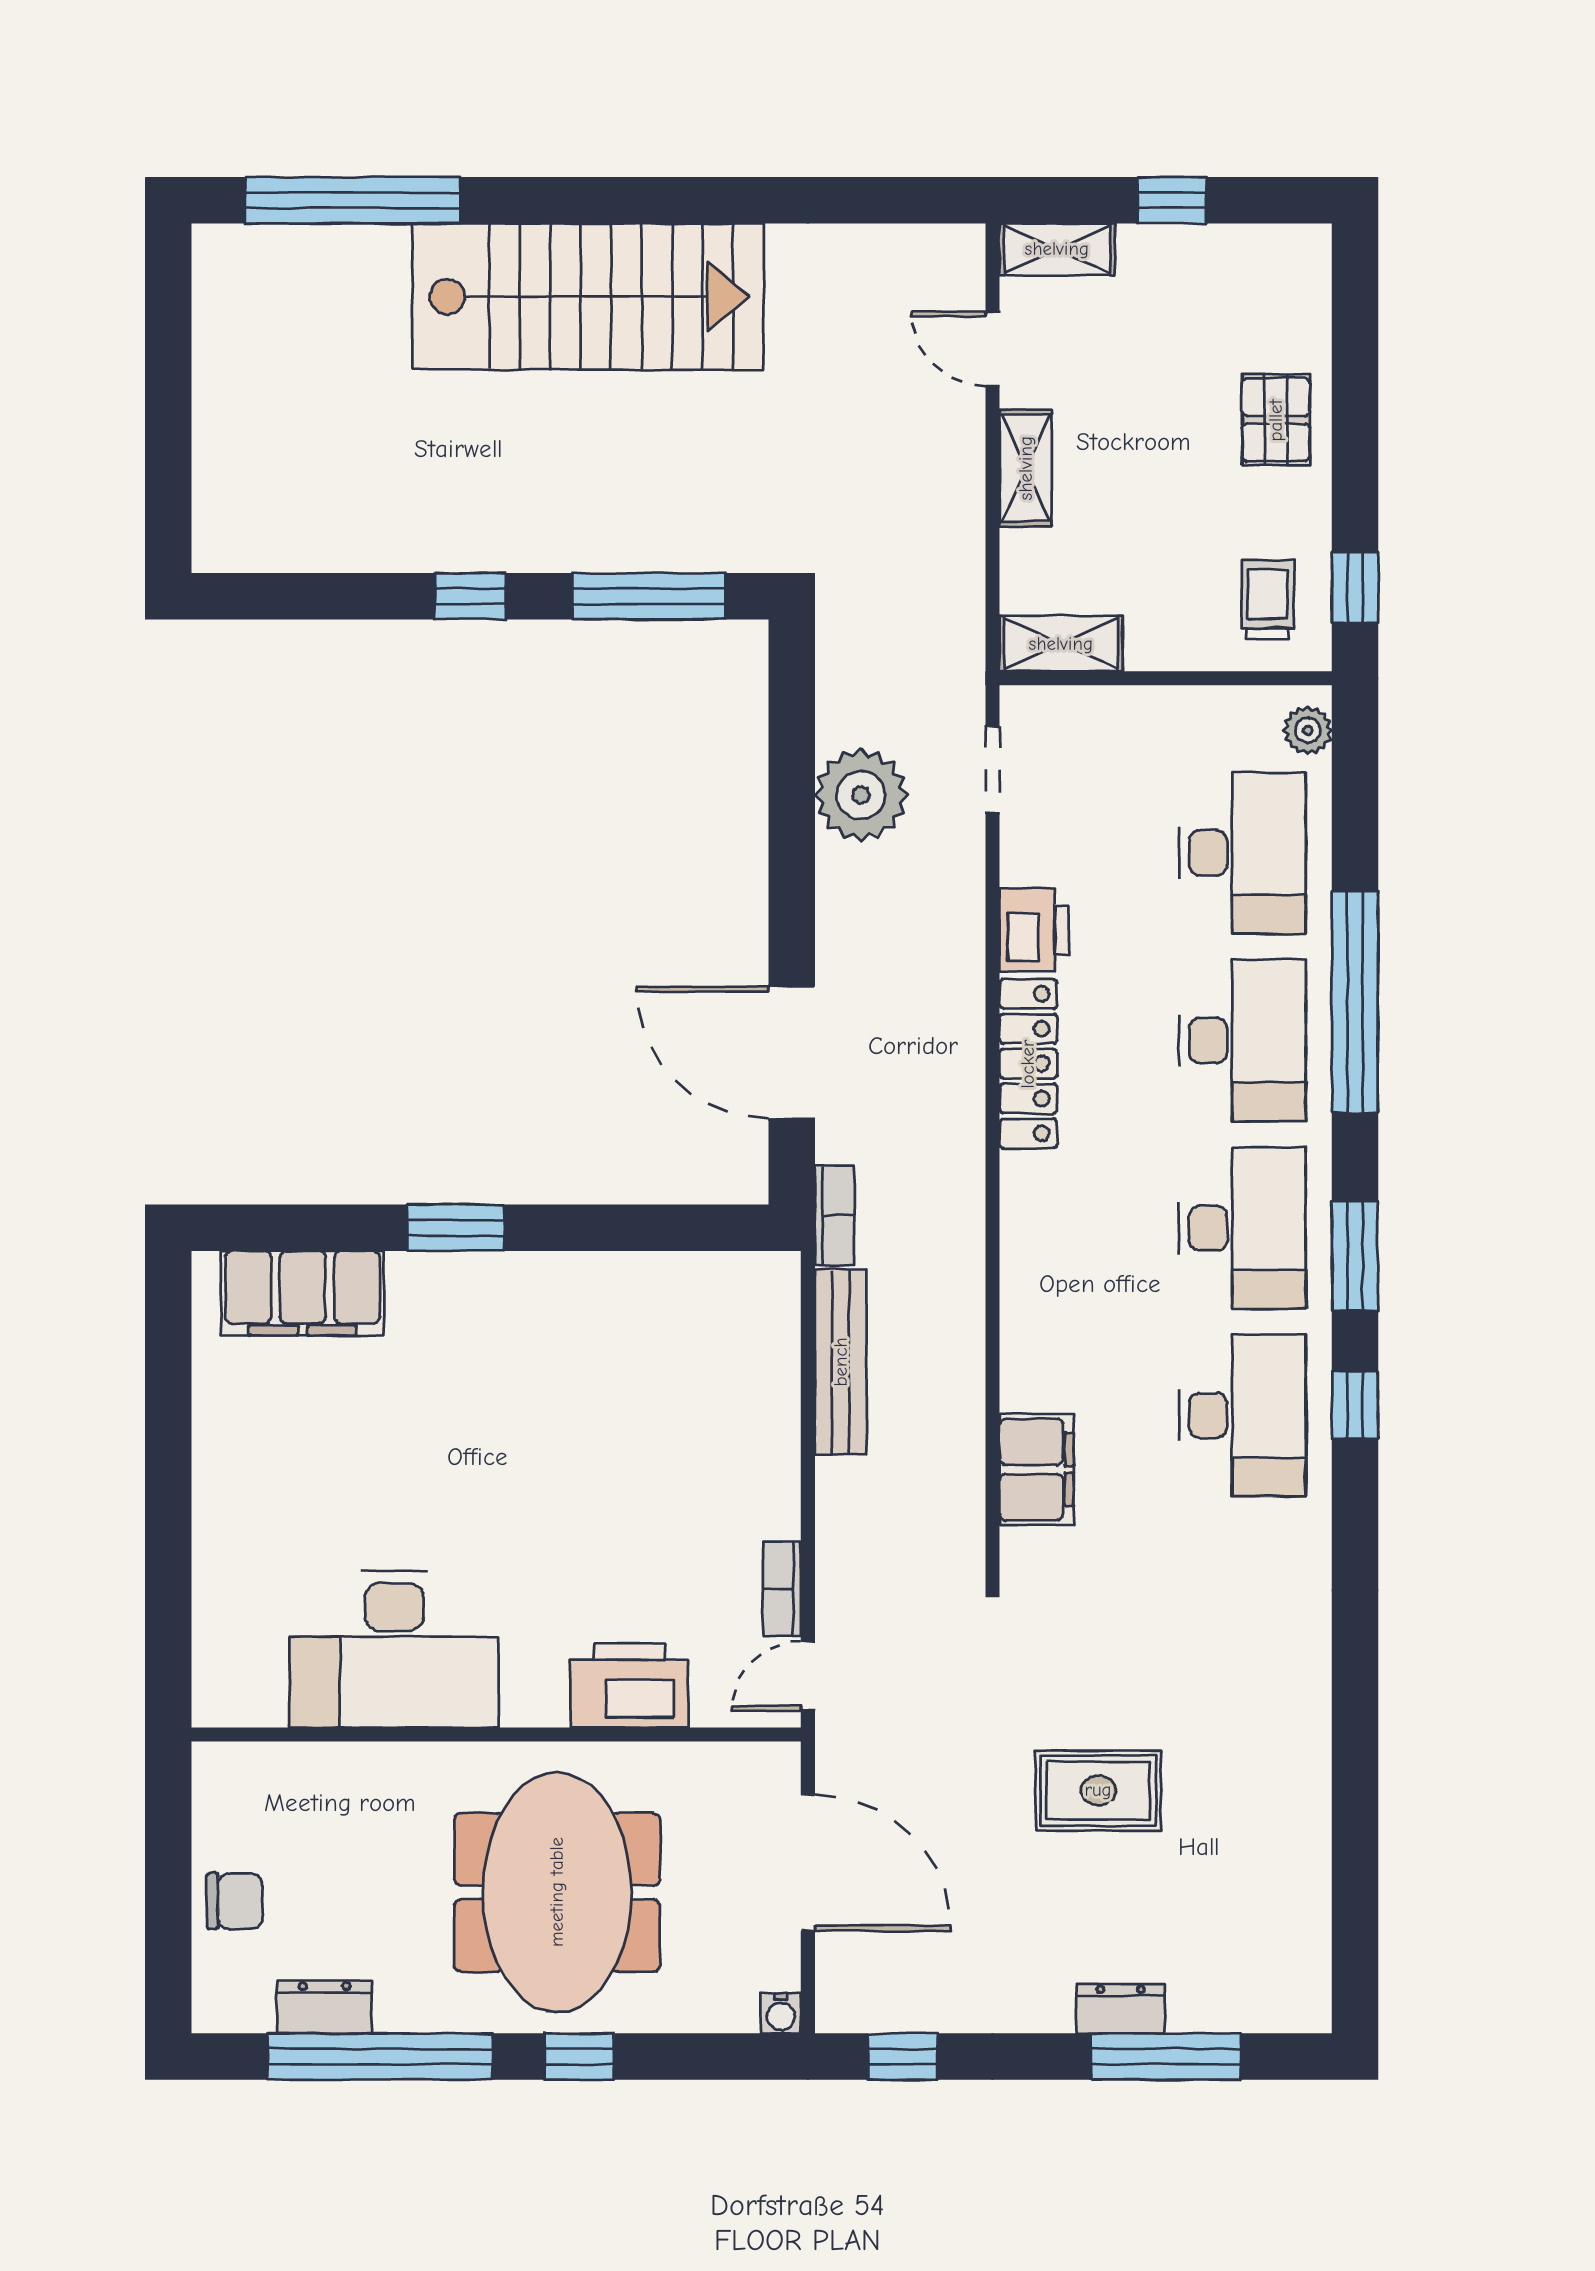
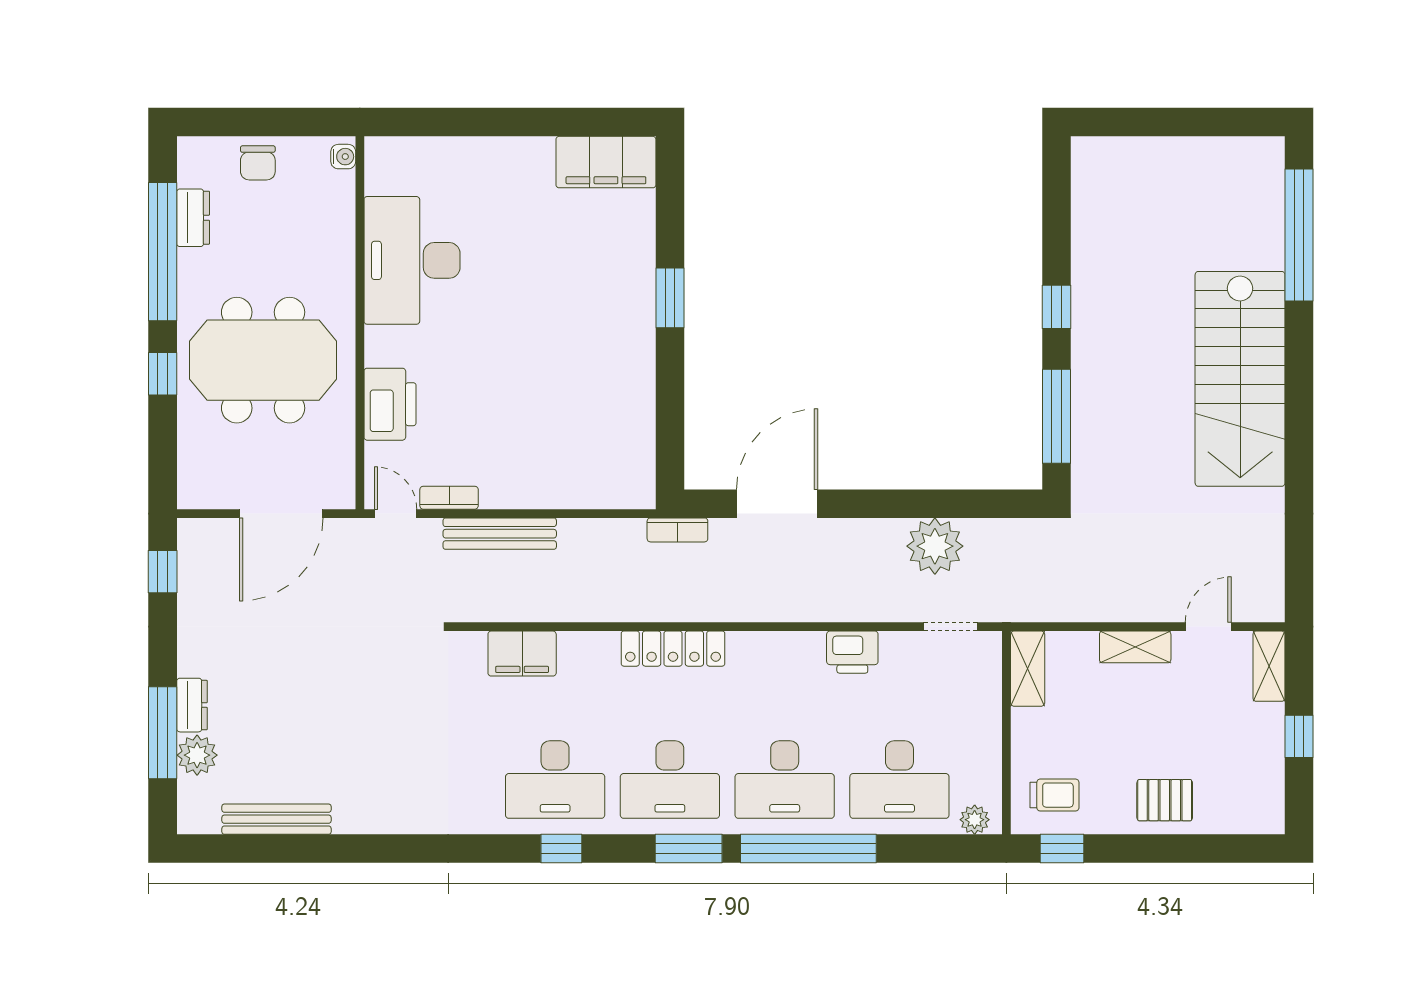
locker: (1028, 1064) -> (673, 649), moved
window: (1355, 1256) -> (689, 849), moved
filing cabinet: (303, 1293) -> (606, 162), moved, turned -90
bench: (841, 1362) -> (500, 534), moved
rug: (1098, 1790) -> (326, 691), removed
bench: (1307, 1871) -> (277, 819), added
plant: (1202, 2000) -> (197, 755), added
water cooler: (781, 2013) -> (343, 157), moved, turned 180

